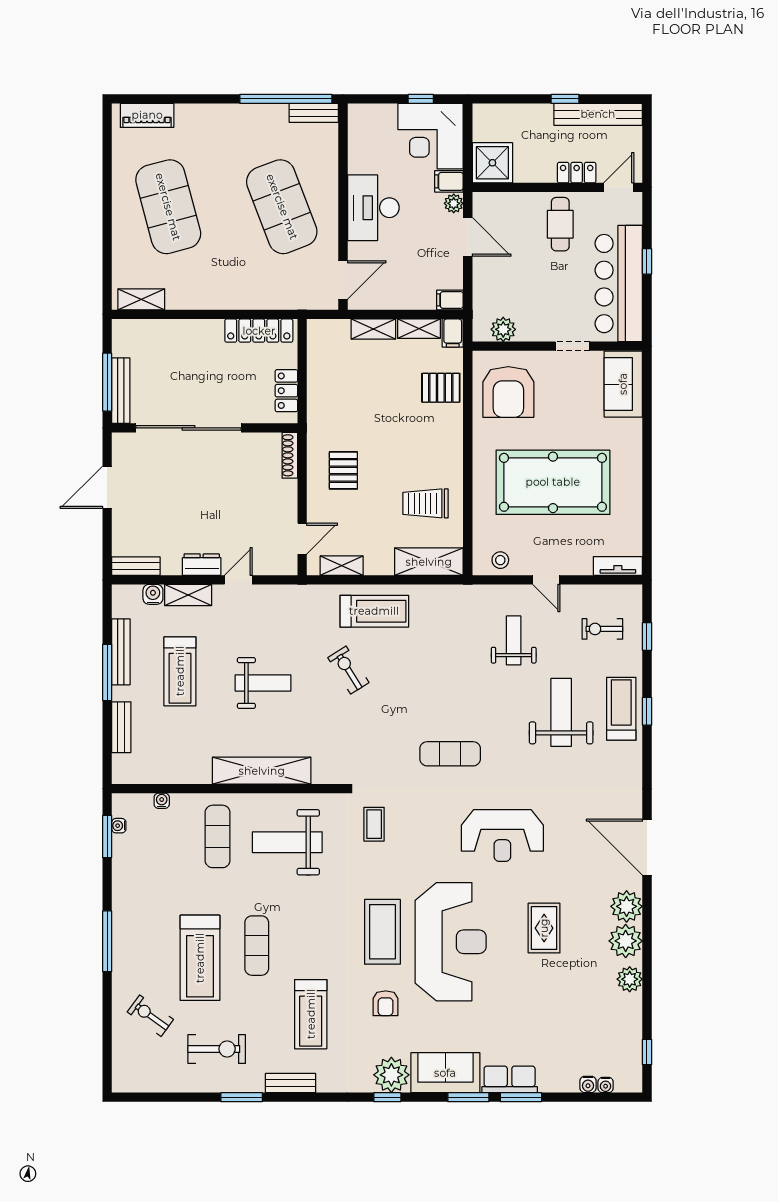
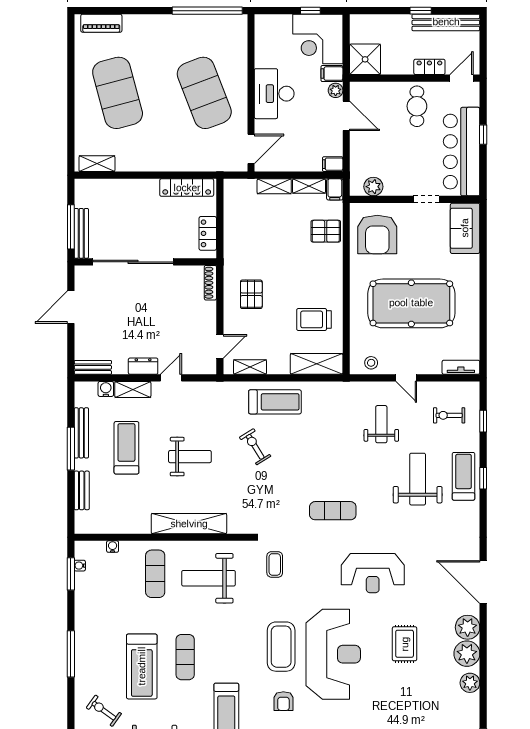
bench: (314, 113) -> (229, 21), removed
treadmill: (180, 671) -> (126, 448), turned 180

